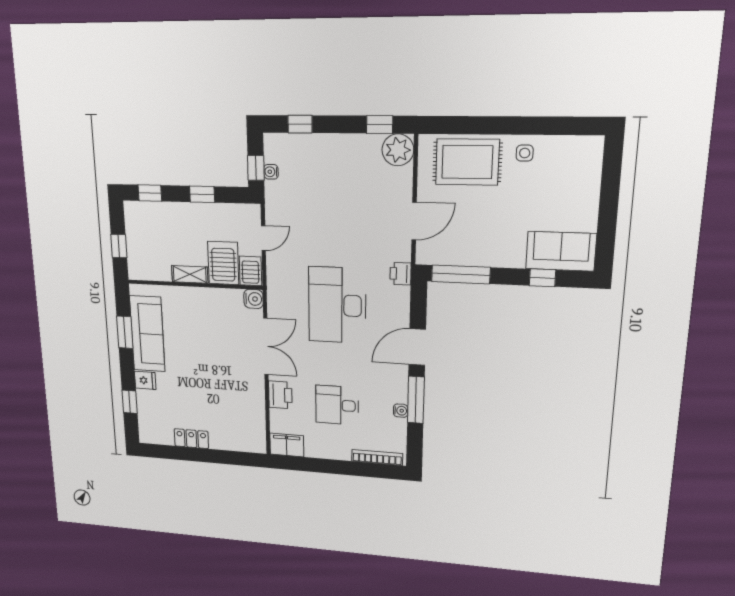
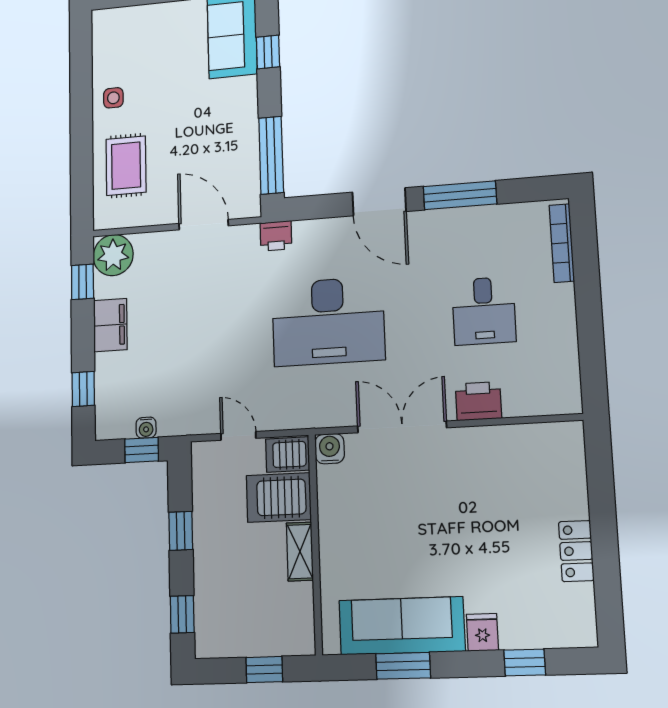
rug: (467, 162) -> (126, 166), width x0.73, depth x0.70
water cooler: (401, 411) -> (480, 215), removed
filing cabinet: (287, 445) -> (110, 325), moved, turned 180

